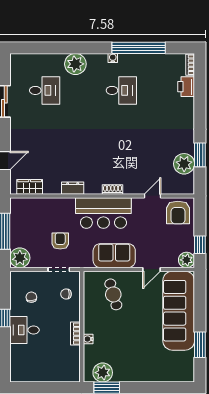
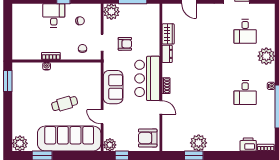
plant: (184, 164) -> (199, 143), moved
wardrobe: (30, 187) -> (168, 34), moved
door: (153, 196) -> (161, 107), moved
cafe table: (113, 294) -> (65, 104), moved
plant: (103, 373) -> (20, 143), moved

